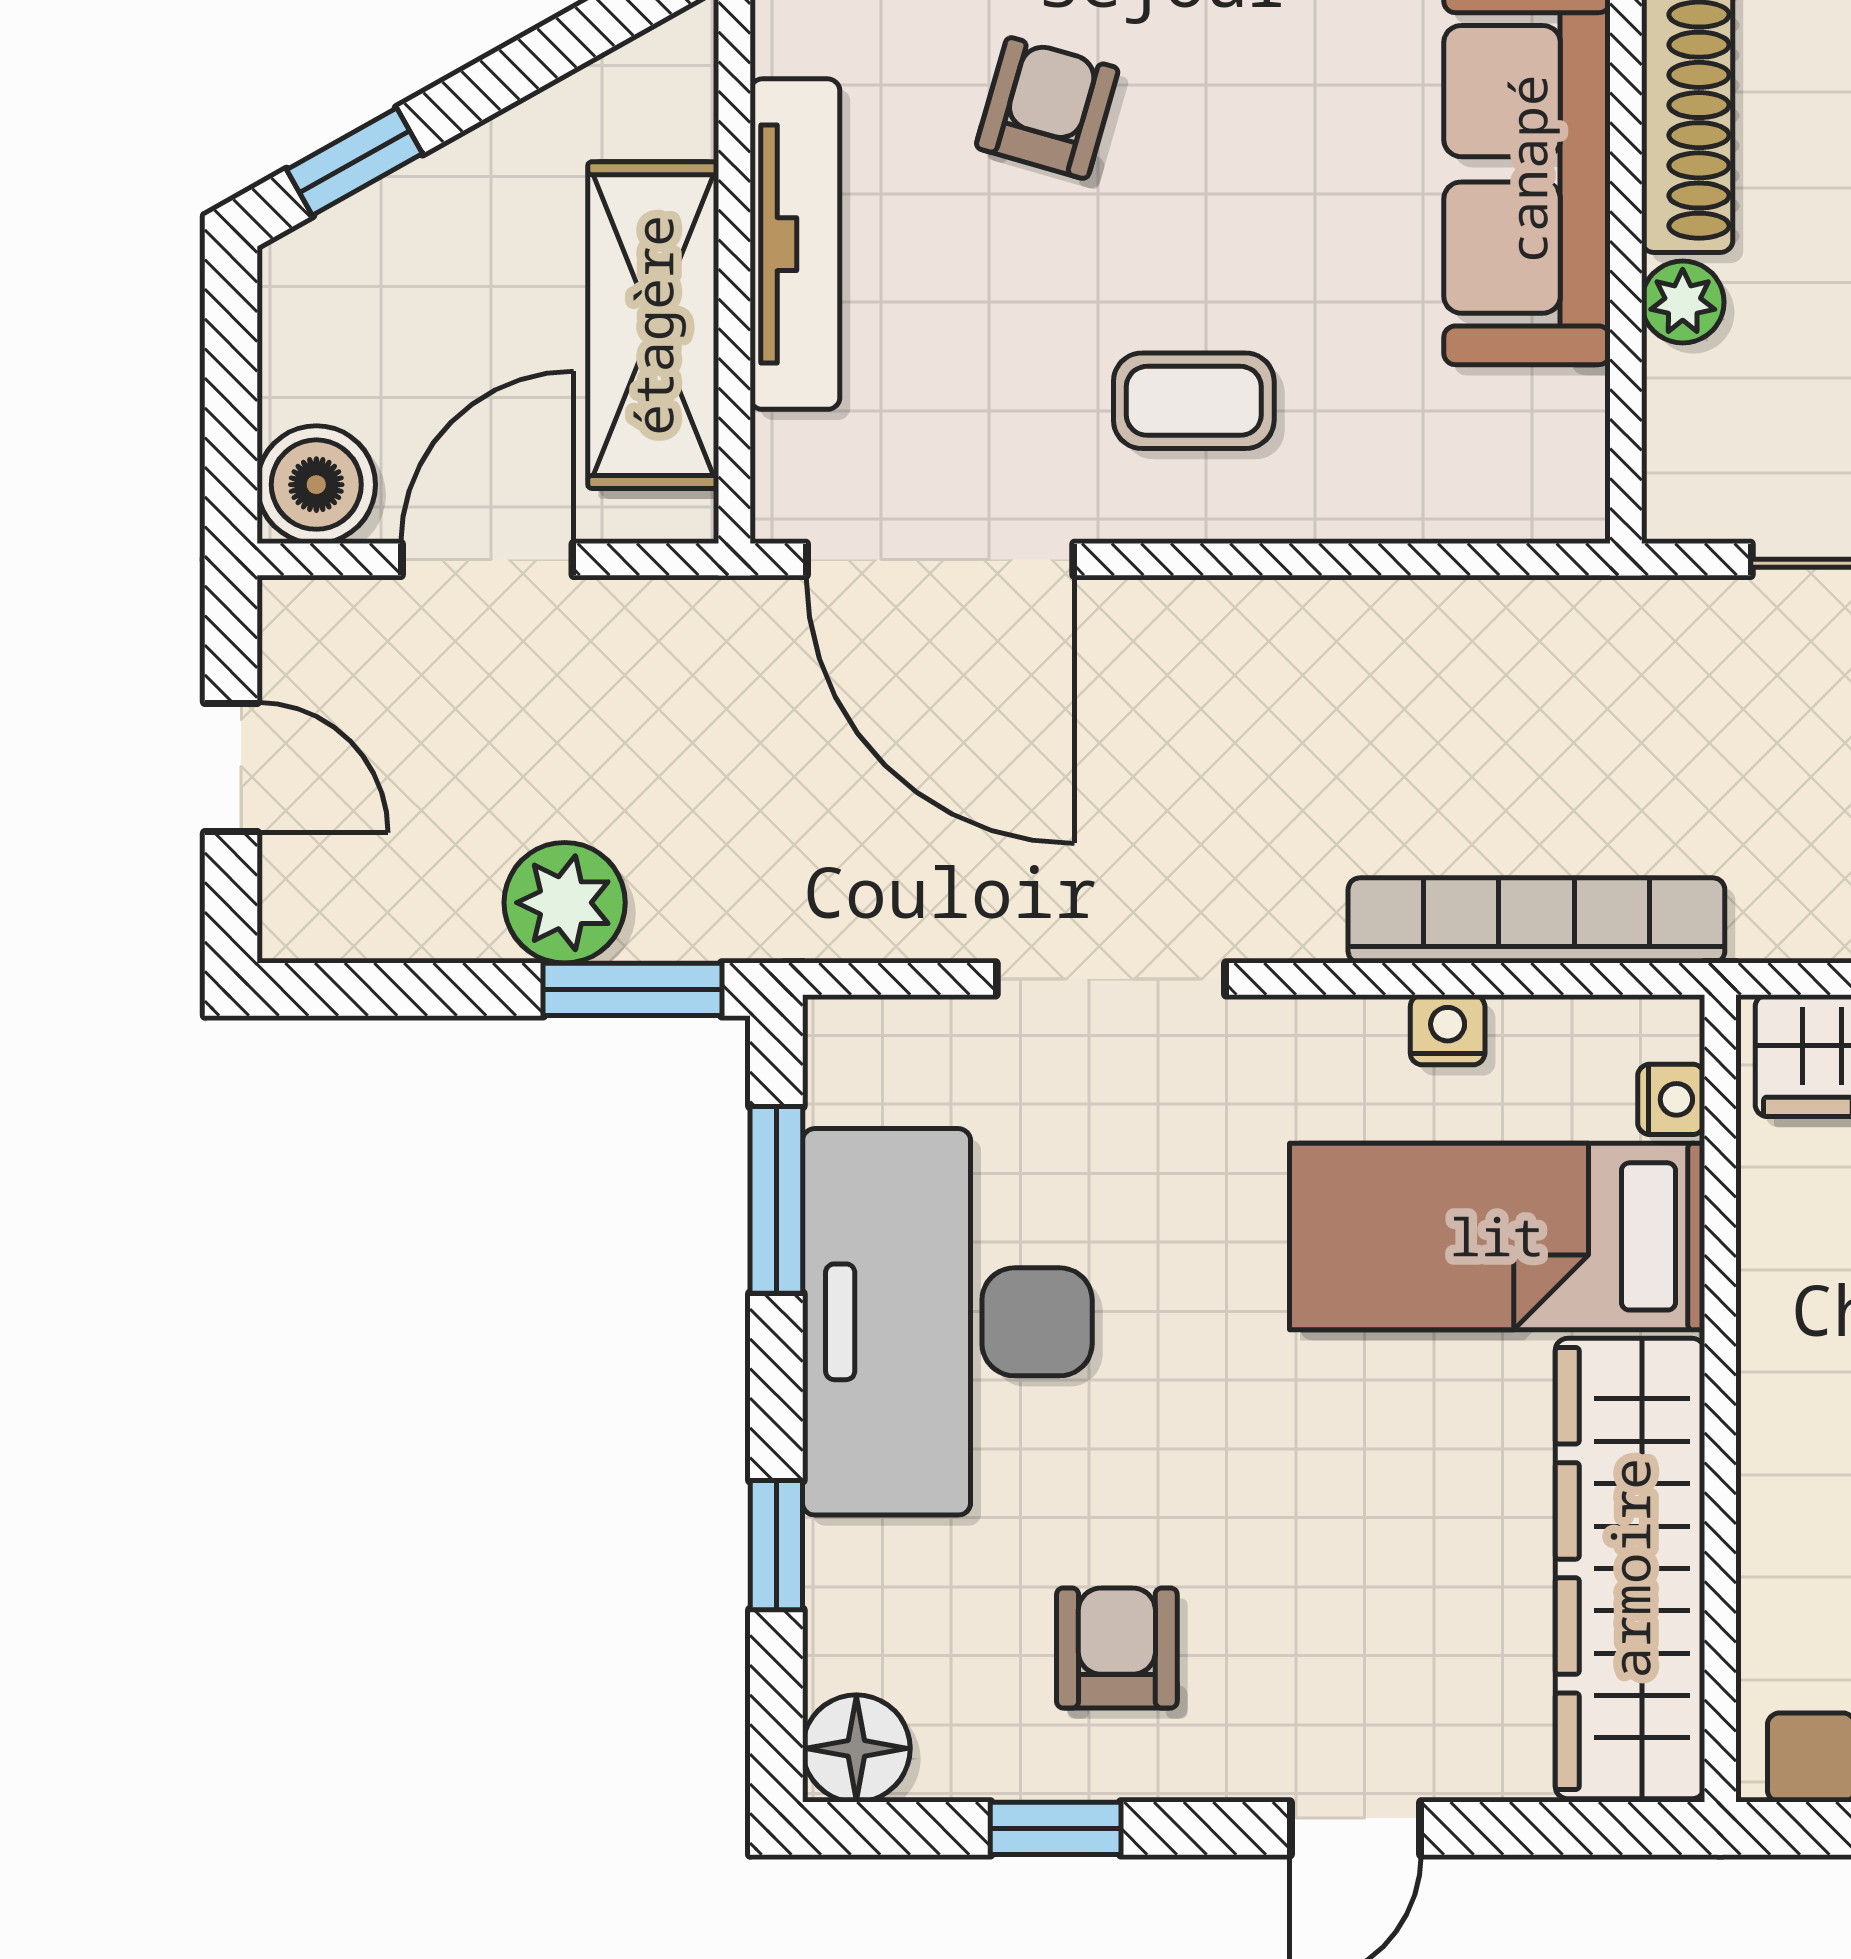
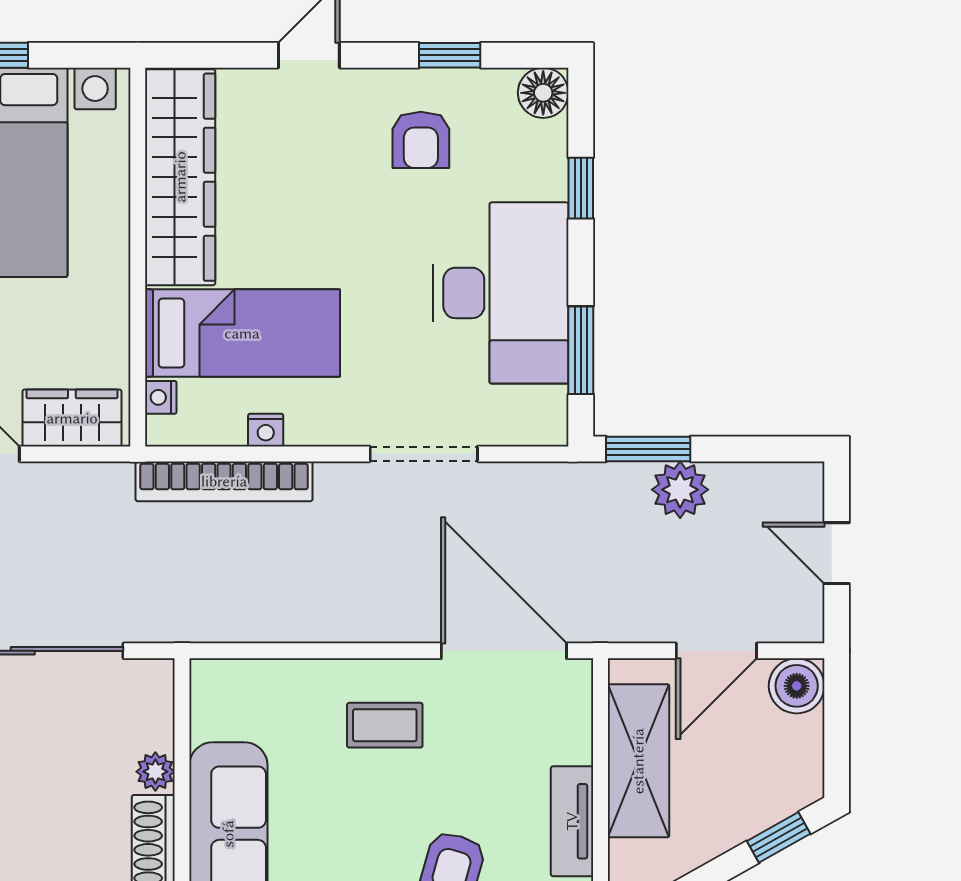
tv unit: (795, 244) -> (572, 821), width x0.71

